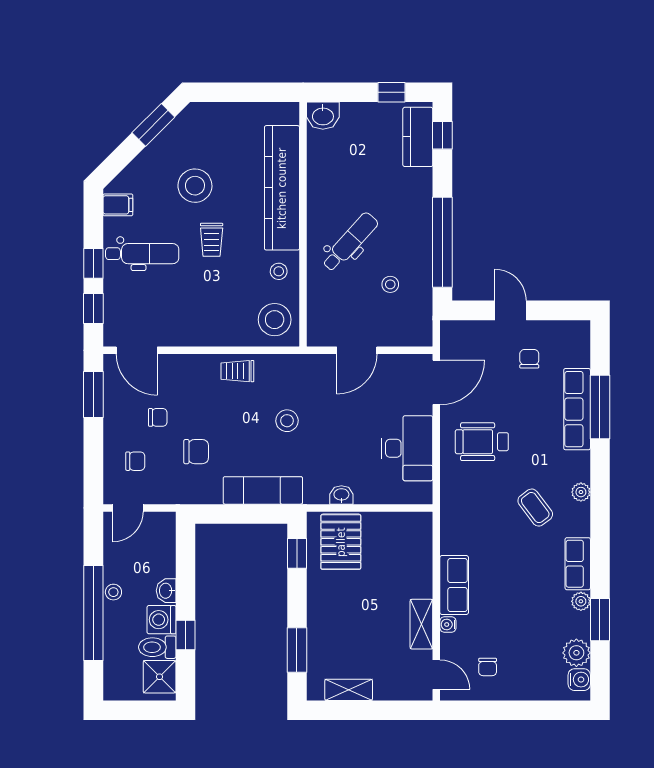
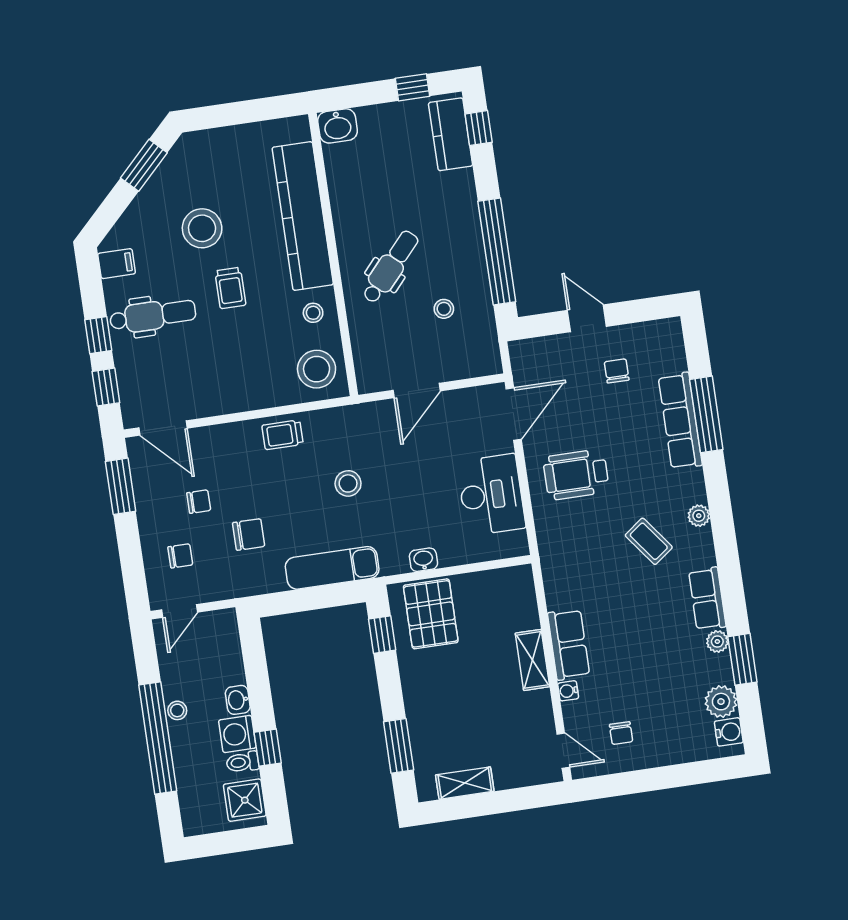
shelving: (421, 624) -> (532, 660), moved
toilet: (157, 647) -> (243, 762), width x0.73, depth x0.72

